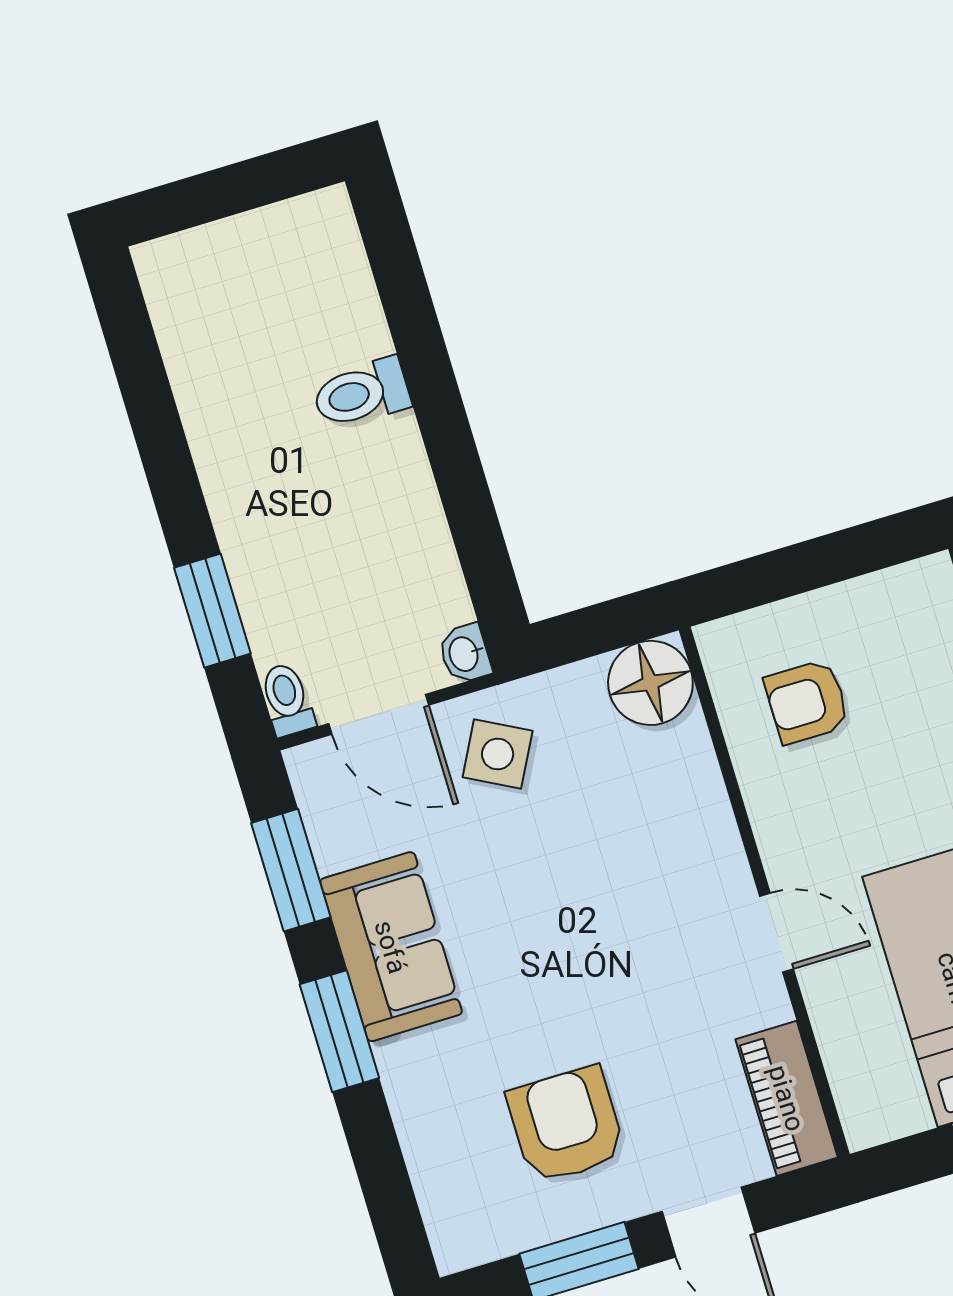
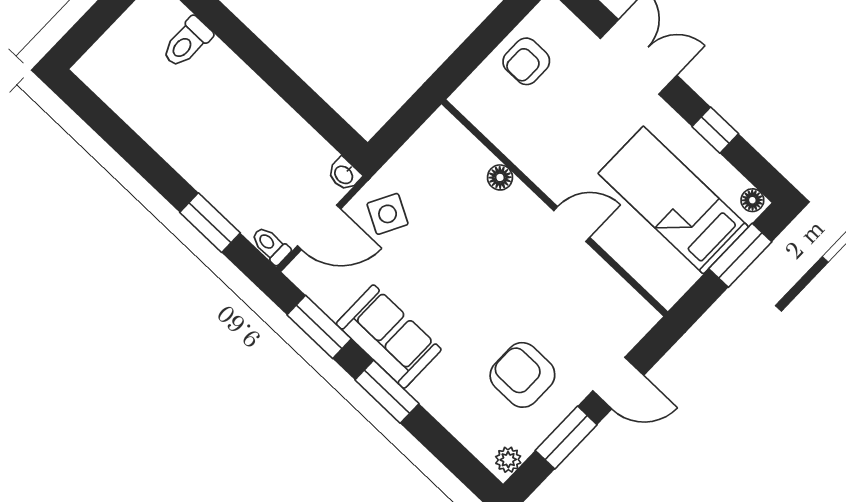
toilet: (361, 393) -> (187, 42), moved
floor lamp: (650, 683) -> (500, 177), moved, width x0.53, depth x0.53
armchair: (807, 702) -> (526, 61), moved
piano: (787, 1098) -> (622, 302), removed
plant: (469, 1245) -> (508, 460), added

